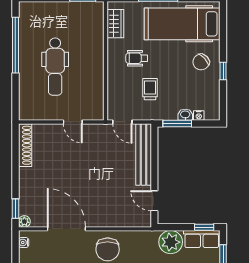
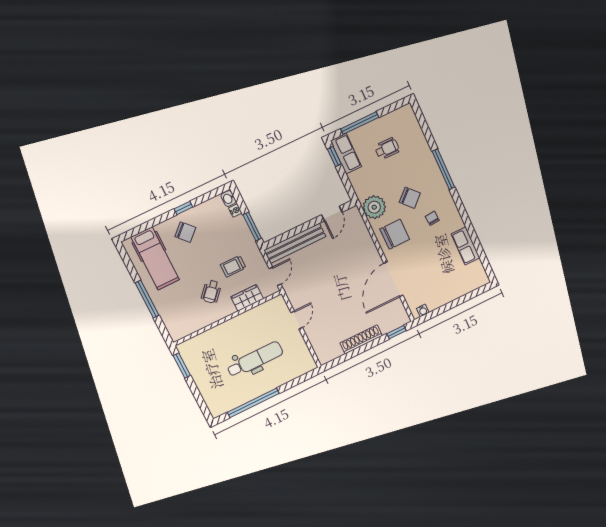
wardrobe: (115, 24) -> (247, 298), moved
hospital bed: (182, 24) -> (155, 258), width x0.73, depth x0.78
wheelchair: (137, 58) -> (211, 292), turned 42
washbasin: (185, 115) -> (228, 198), moved
shoe rack: (25, 145) -> (361, 339), moved
plant: (24, 221) -> (404, 319), removed
plant: (171, 242) -> (374, 207), moved

